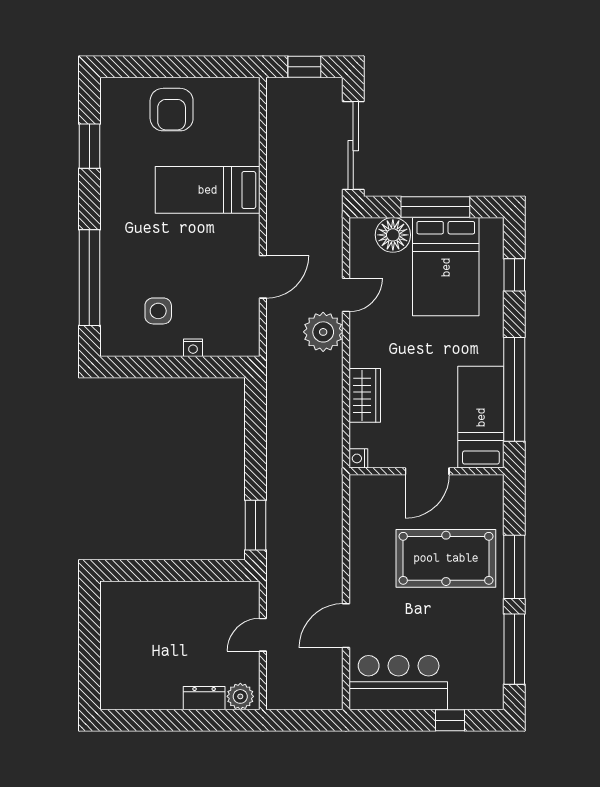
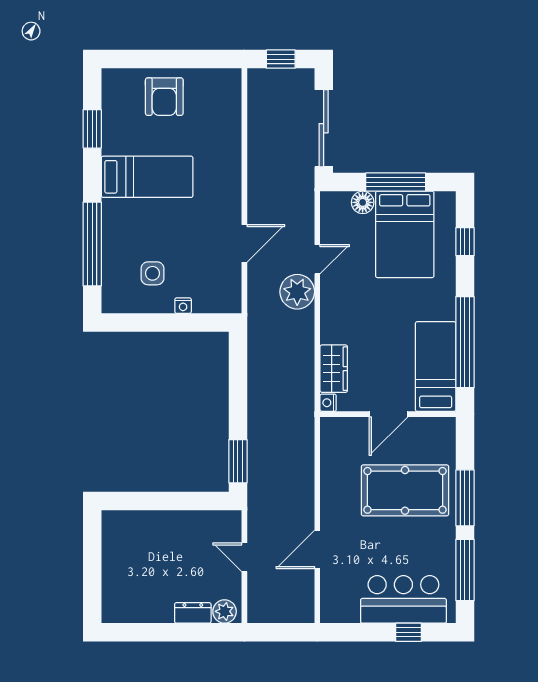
bed: (208, 190) -> (147, 177), moved, turned 180
floor lamp: (393, 235) -> (363, 202), width x0.73, depth x0.73
wardrobe: (365, 395) -> (334, 369), moved
door: (263, 635) -> (244, 557), hinge flipped
bar counter: (399, 683) -> (403, 599), moved

